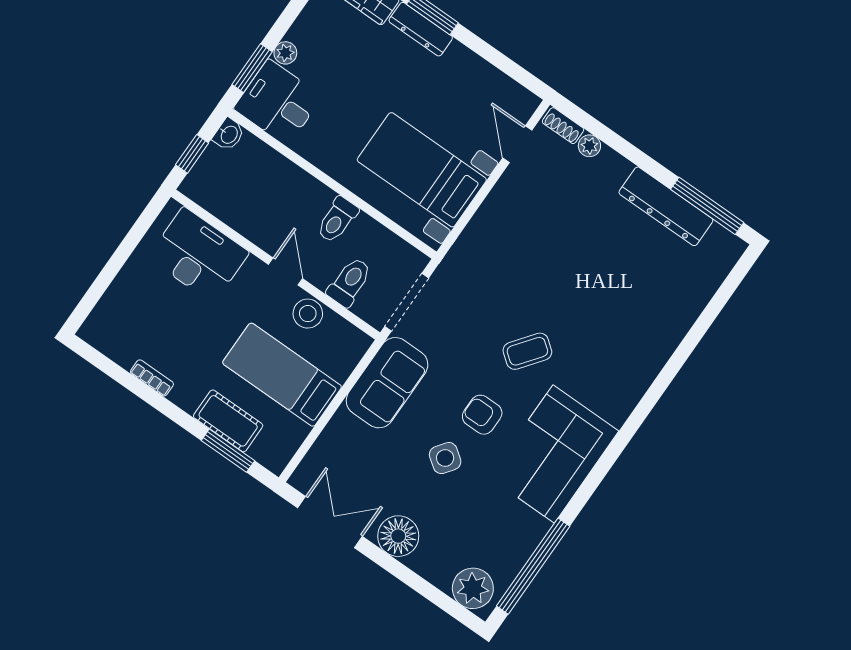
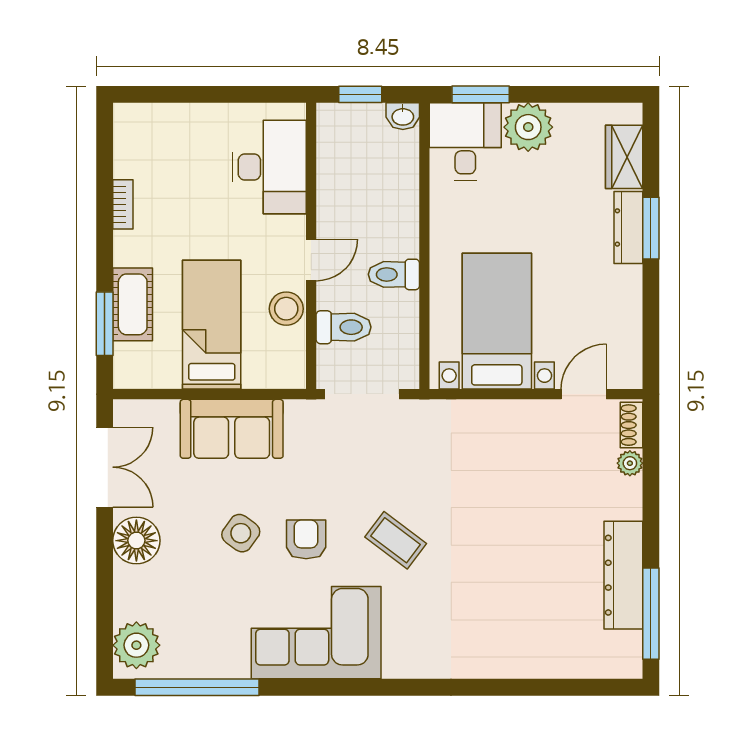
plant: (285, 53) -> (528, 127), width x1.88, depth x1.88
sofa: (387, 383) -> (232, 429), moved

